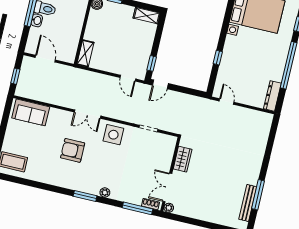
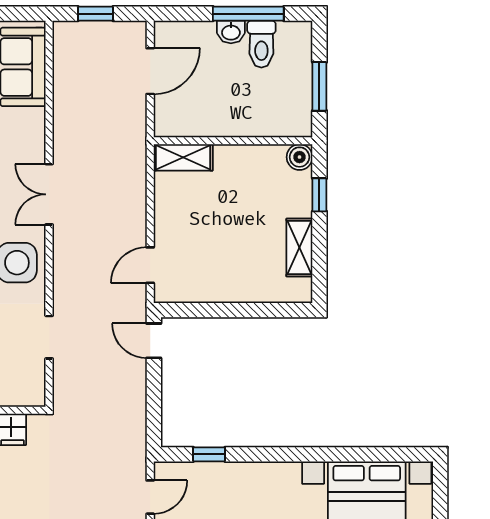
shelving: (147, 16) -> (299, 248), moved
window: (218, 58) -> (209, 454), moved
window: (152, 63) -> (196, 310), removed

